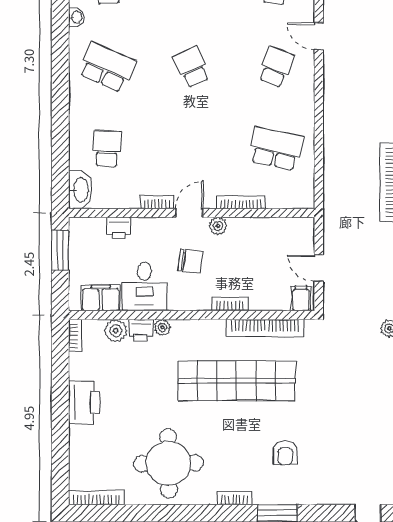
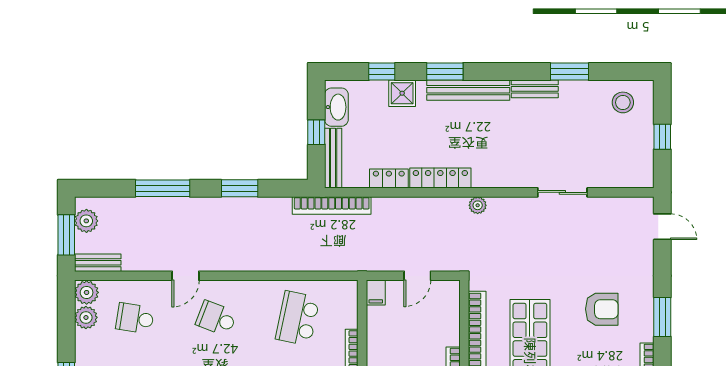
filing cabinet: (301, 298) -> (376, 293), moved, turned -90
armchair: (285, 453) -> (602, 309), width x1.38, depth x1.38

